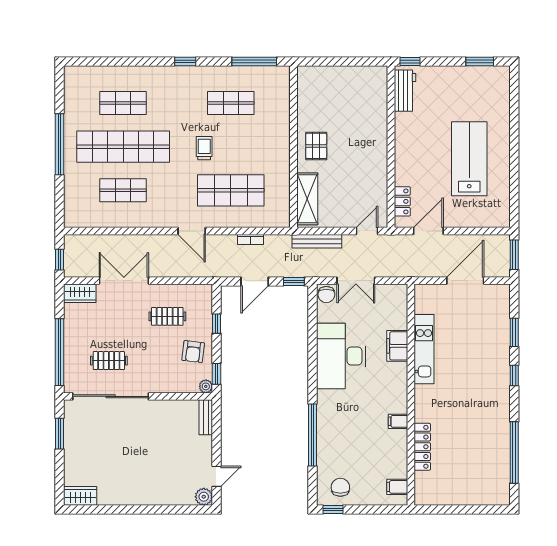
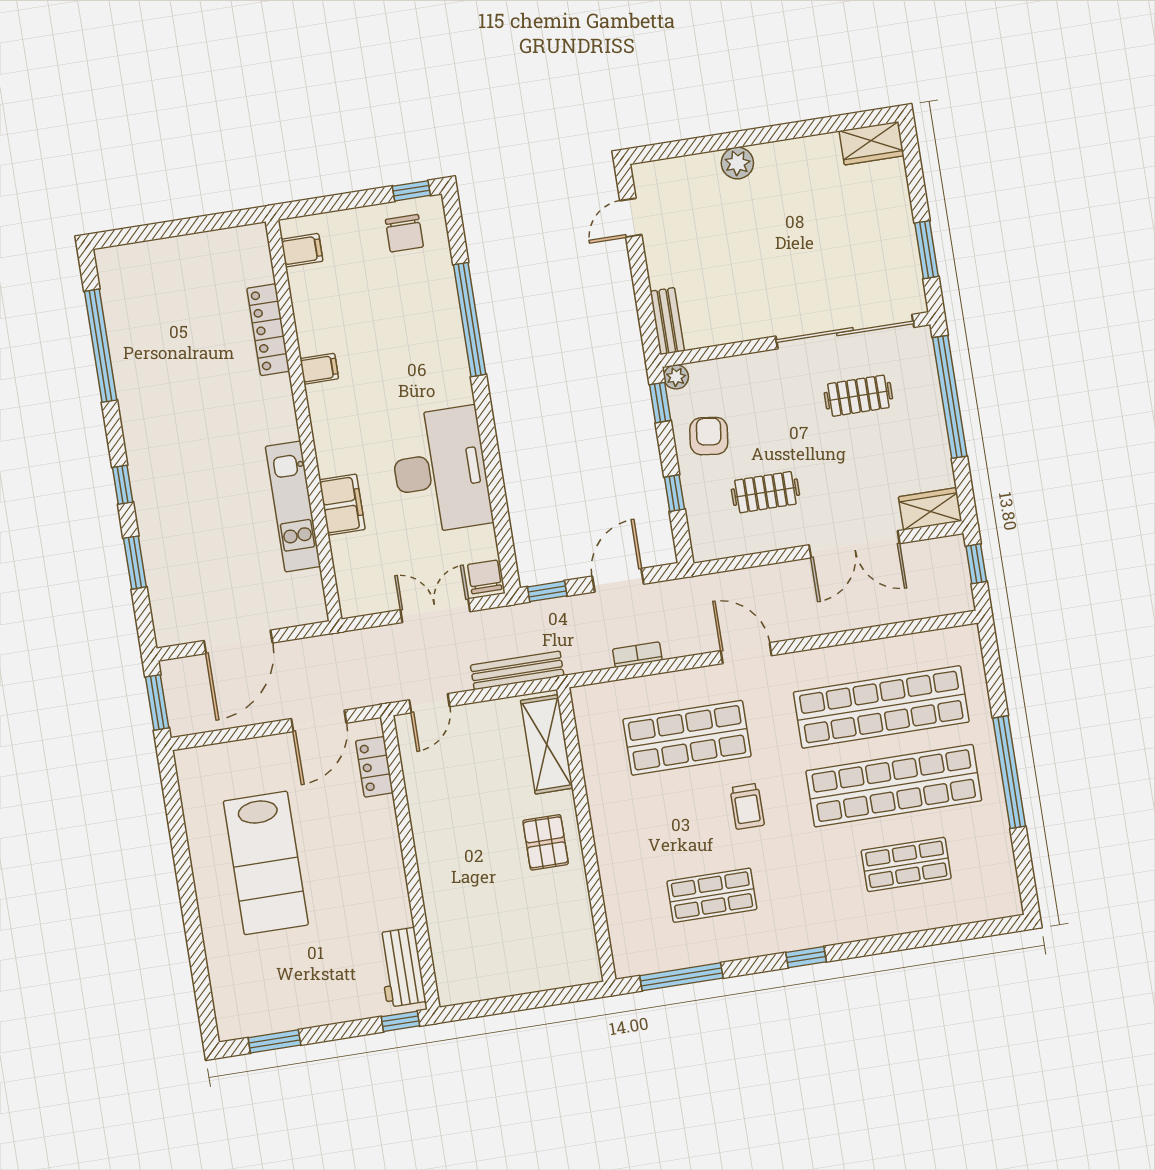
shop shelf: (123, 190) -> (881, 707), width x2.00, depth x1.36
plant: (204, 497) -> (737, 163), moved

